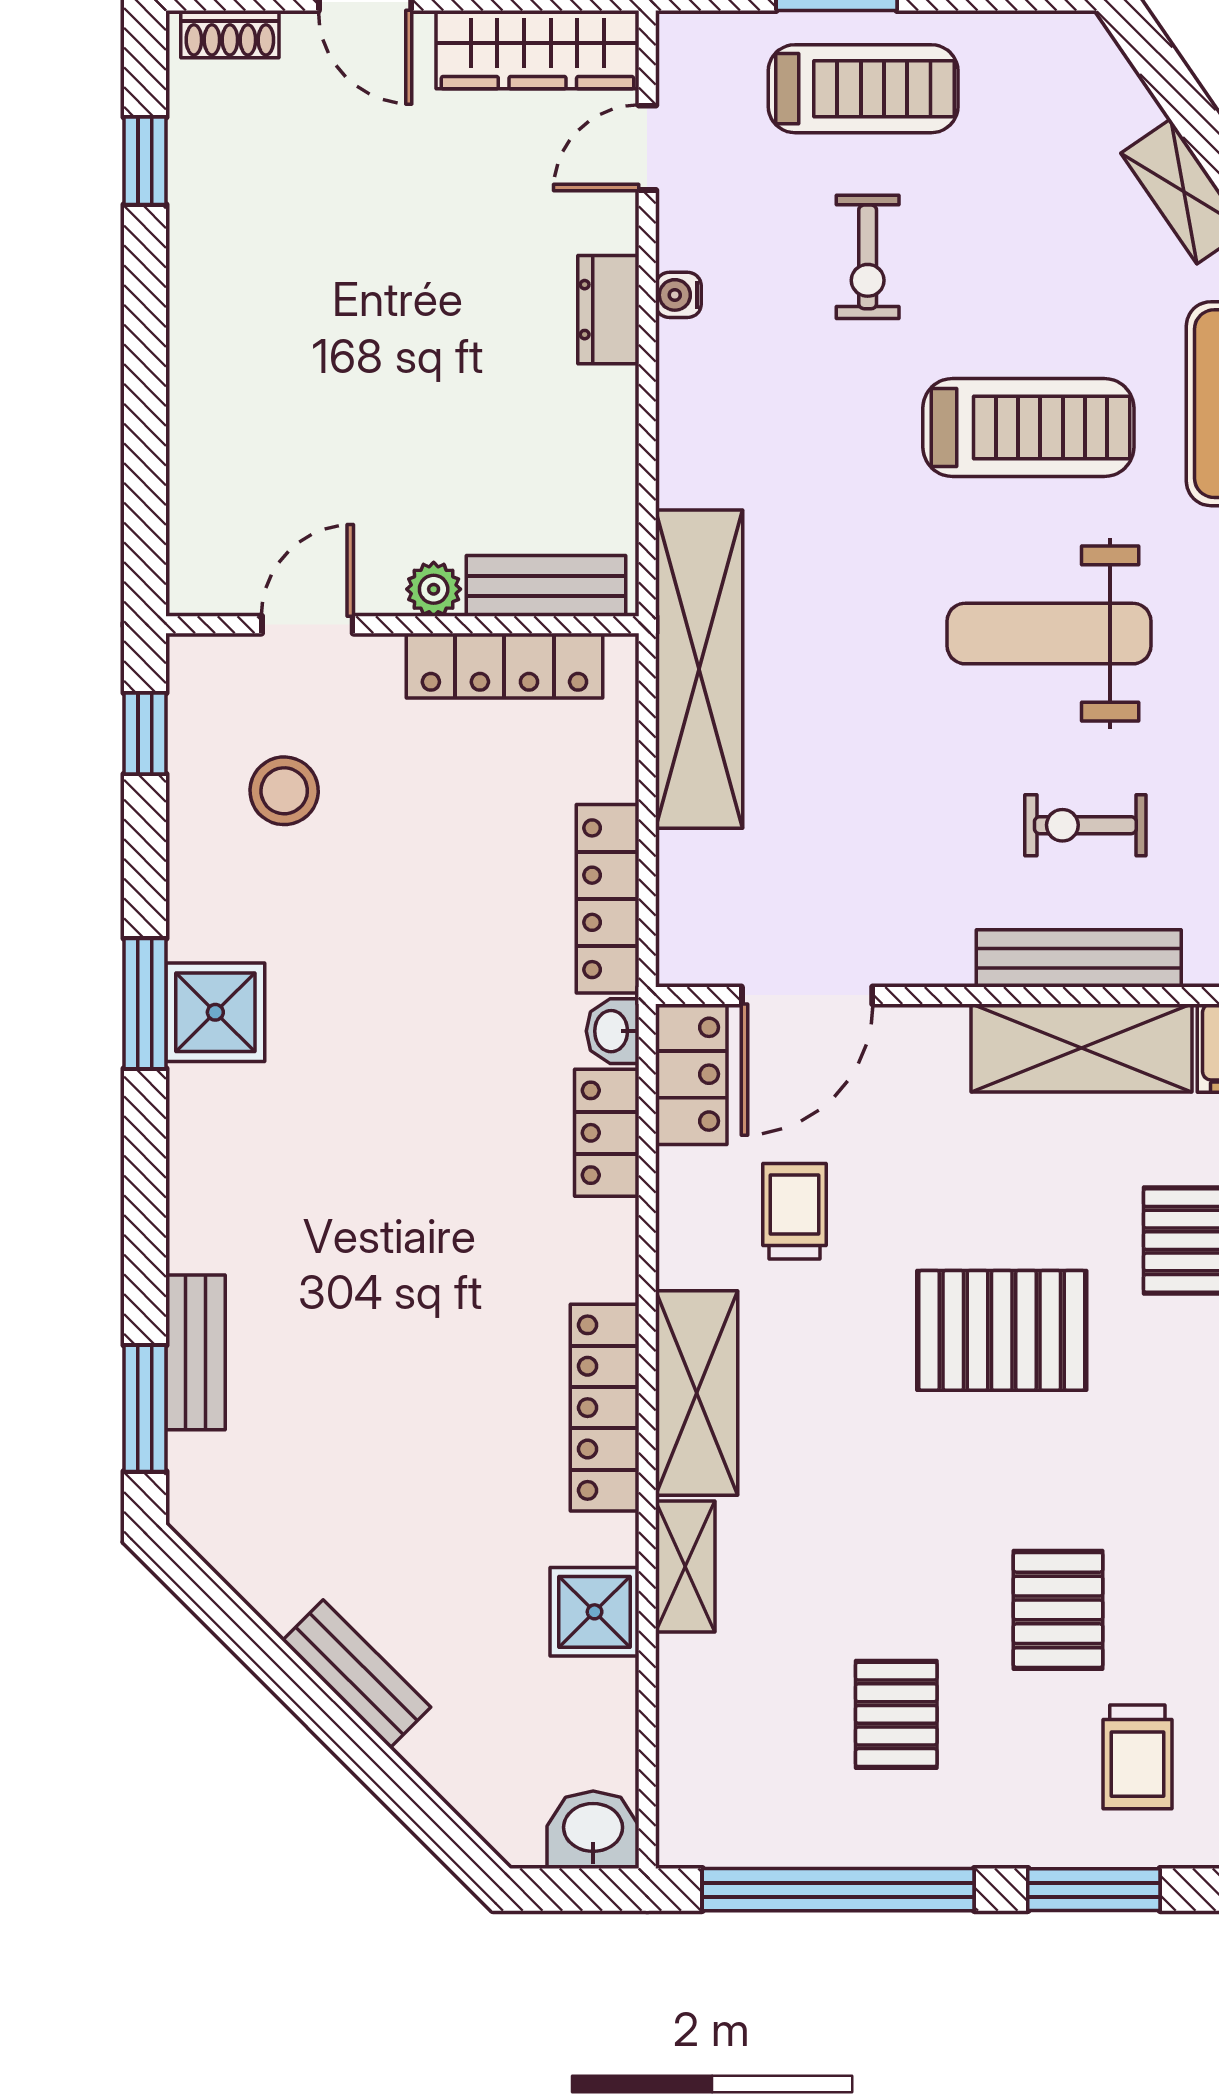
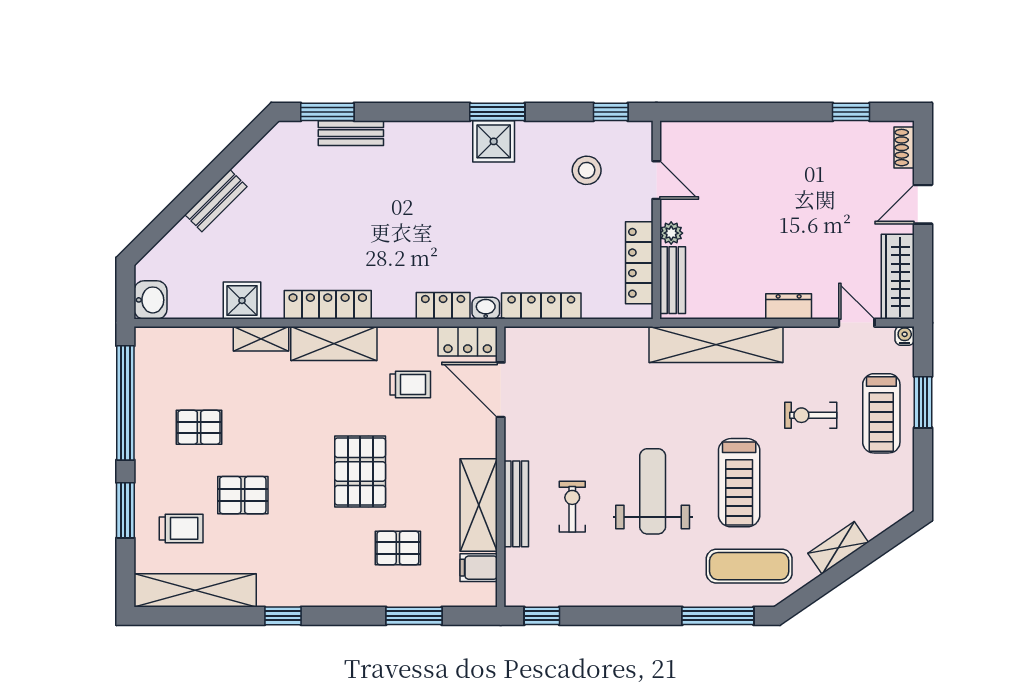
water cooler: (678, 295) -> (905, 336), moved
shelving: (699, 669) -> (716, 344), moved
trolley: (1137, 1757) -> (181, 528), turned 180

